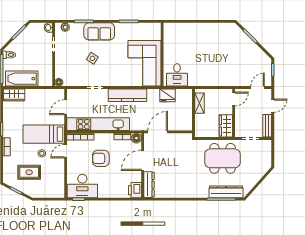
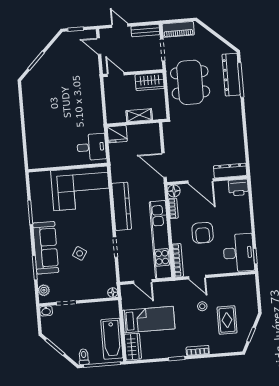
sofa: (99, 31) -> (46, 248), width x1.36
fridge: (168, 95) -> (117, 134), moved, turned 90
shelving: (199, 103) -> (139, 115), moved
bed: (44, 134) -> (149, 320), moved, turned -90
piano: (266, 152) -> (178, 29), added

